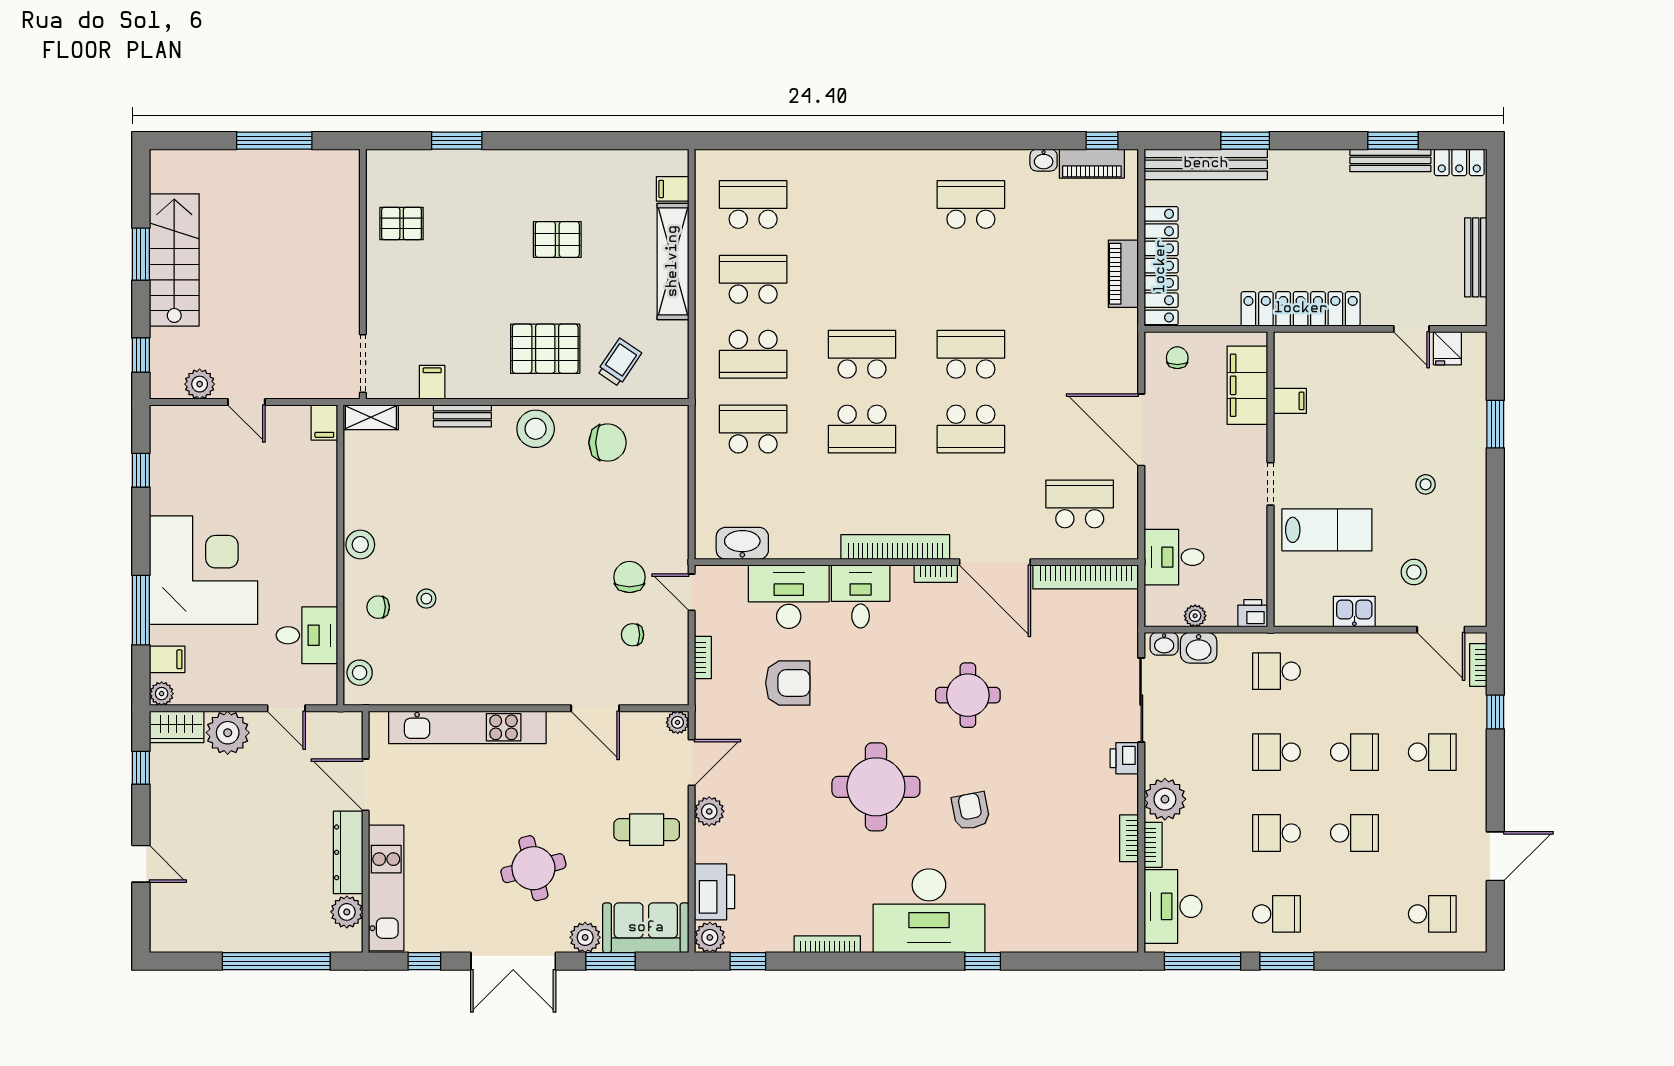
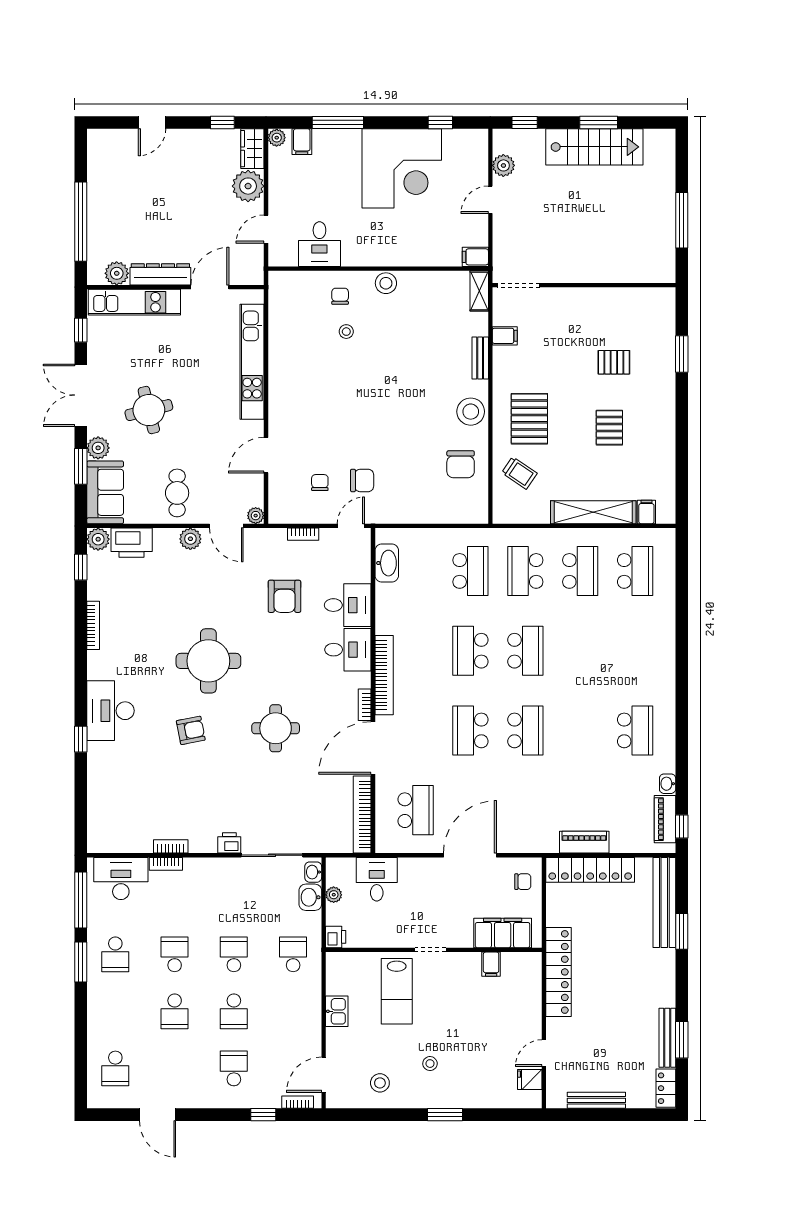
pallet: (402, 224) -> (614, 362), moved, turned 90
window: (1495, 424) -> (445, 1115), moved
corner desk: (203, 570) -> (402, 168), moved
stool: (1414, 572) -> (380, 1083), moved
desk: (789, 597) -> (348, 605), width x0.73
stool: (360, 673) -> (292, 283), removed
school desk: (1432, 752) -> (234, 1068), turned 180
plant: (1165, 799) -> (199, 873), removed
desk: (929, 911) -> (111, 711), width x0.73, depth x0.77

